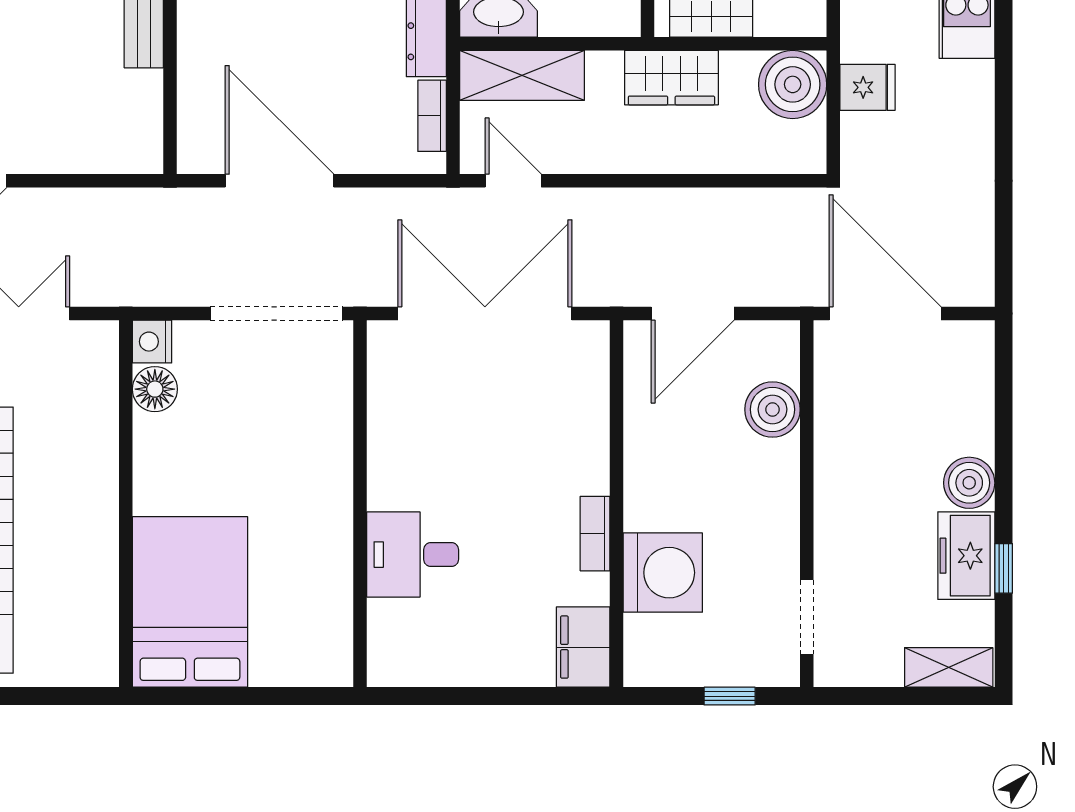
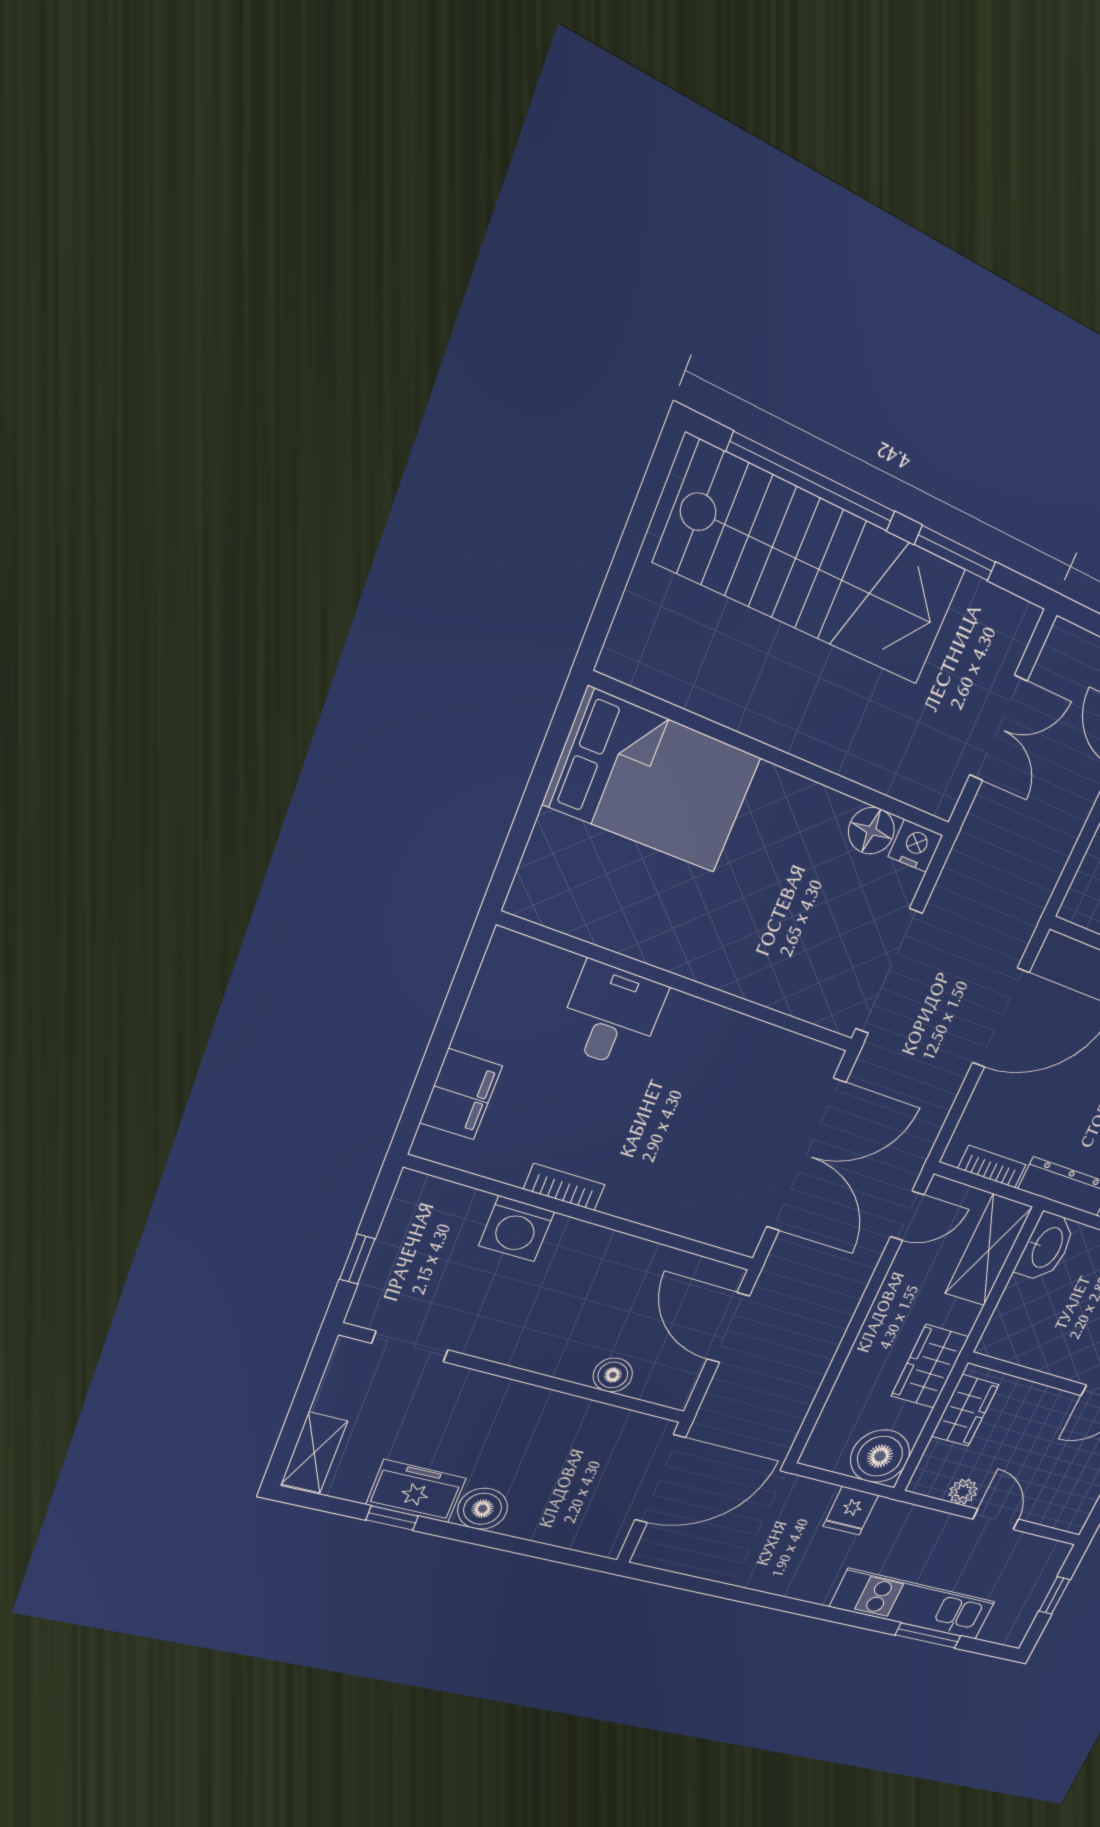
boiler: (773, 409) -> (613, 1375), width x0.73, depth x0.73
washing machine: (663, 573) -> (517, 1229), width x0.73, depth x0.73
filing cabinet: (583, 647) -> (461, 1094), moved, turned 90

